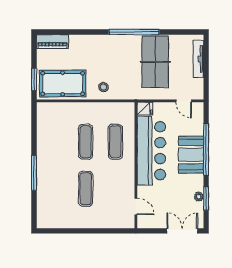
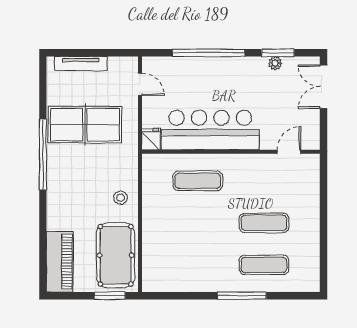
piano: (52, 42) -> (60, 262), width x1.37, depth x1.33
door: (184, 101) -> (140, 84), hinge flipped
exercise mat: (86, 142) -> (264, 265), moved
booth: (191, 155) -> (216, 74), removed

